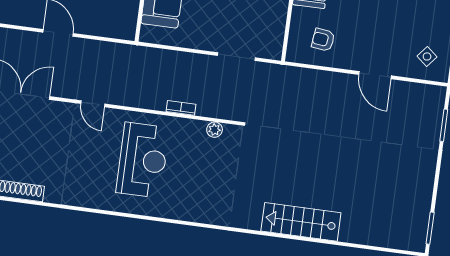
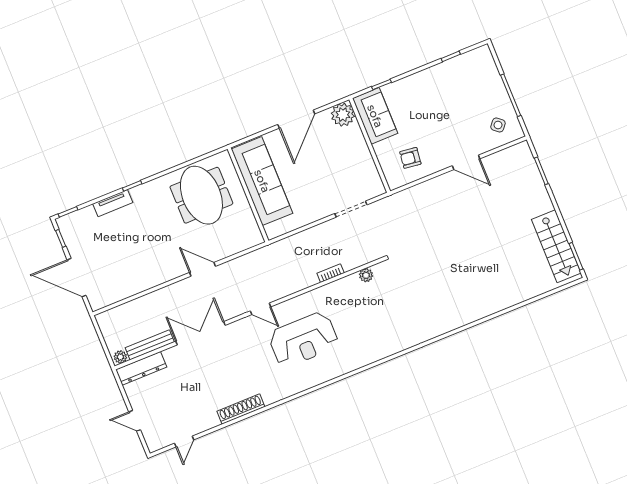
reception desk: (143, 160) -> (303, 340), moved, turned 90
stairs: (301, 222) -> (556, 246), moved, turned -90

